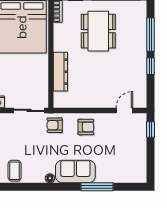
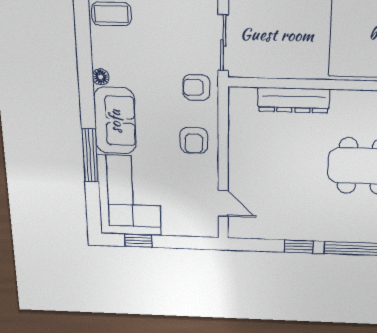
armchair: (55, 125) -> (197, 88), turned -90
window: (151, 129) -> (138, 241), moved
corner sofa: (121, 165) -> (129, 195), added

